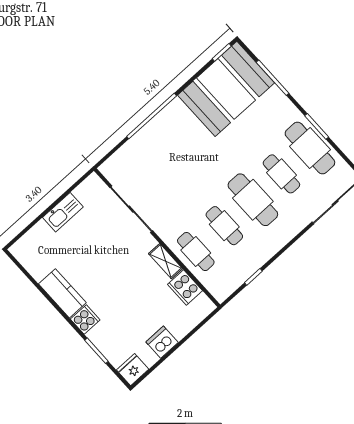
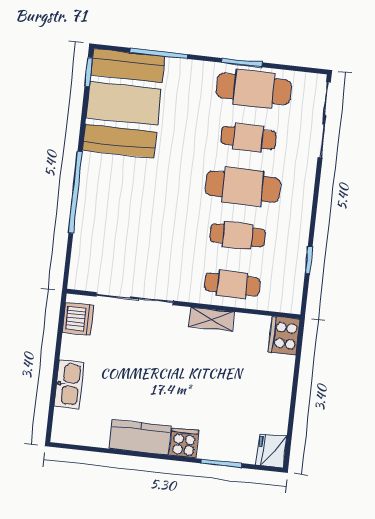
kitchen sink: (63, 212) -> (69, 384), moved
cooker: (185, 287) -> (284, 336), moved, turned 90
dishwasher: (162, 342) -> (78, 319), moved, turned 180

